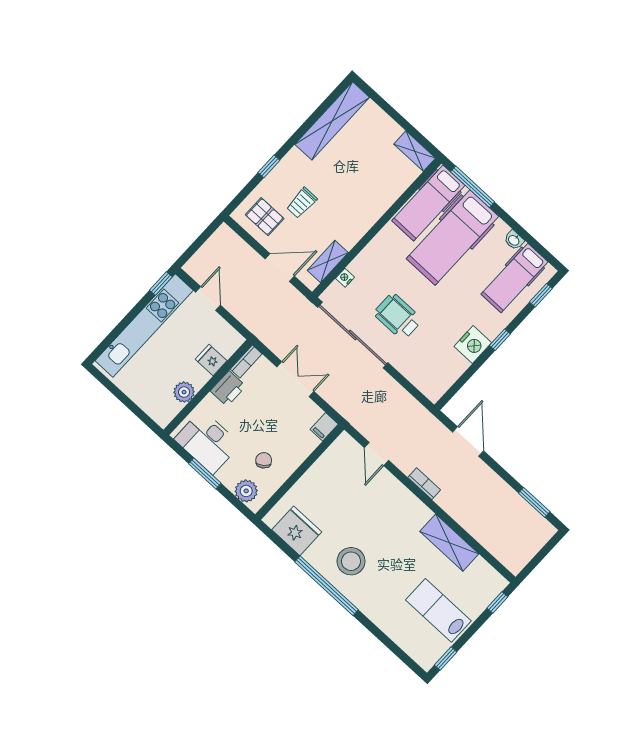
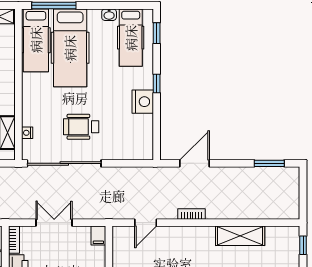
door: (468, 441) -> (194, 163), hinge flipped
door: (376, 454) -> (146, 223), hinge flipped

